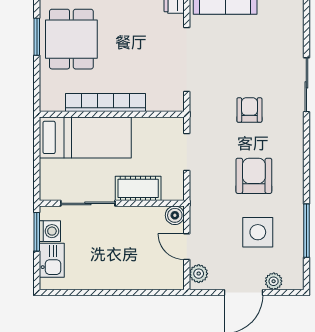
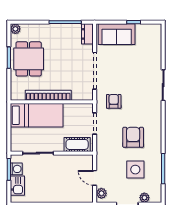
armchair: (249, 110) -> (114, 101), moved
cot: (138, 188) -> (77, 144), moved
boiler: (175, 215) -> (88, 160), removed

